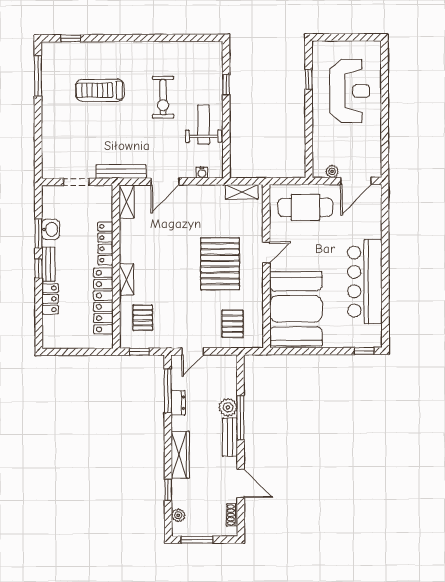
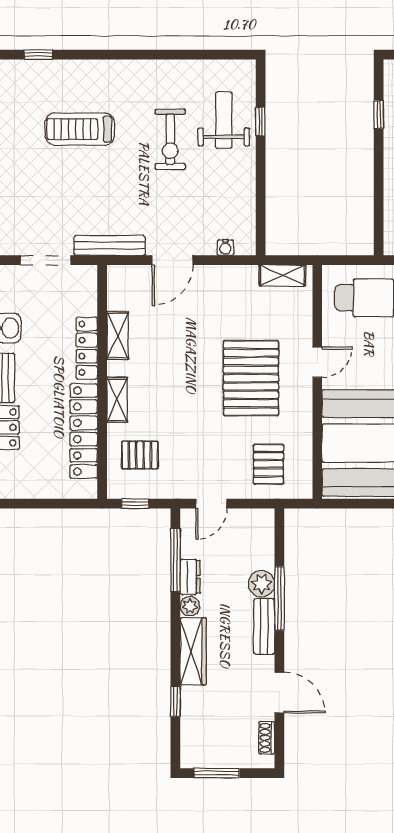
weight bench: (204, 124) -> (224, 120), moved
doorway: (76, 182) -> (46, 260), width x1.38
shelving: (127, 202) -> (118, 335), moved
pallet: (143, 318) -> (140, 455), turned 90
plant: (178, 515) -> (190, 606), moved

